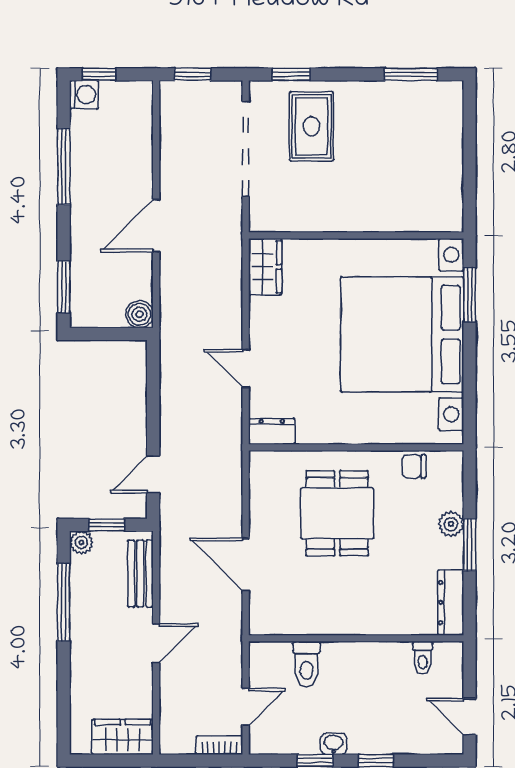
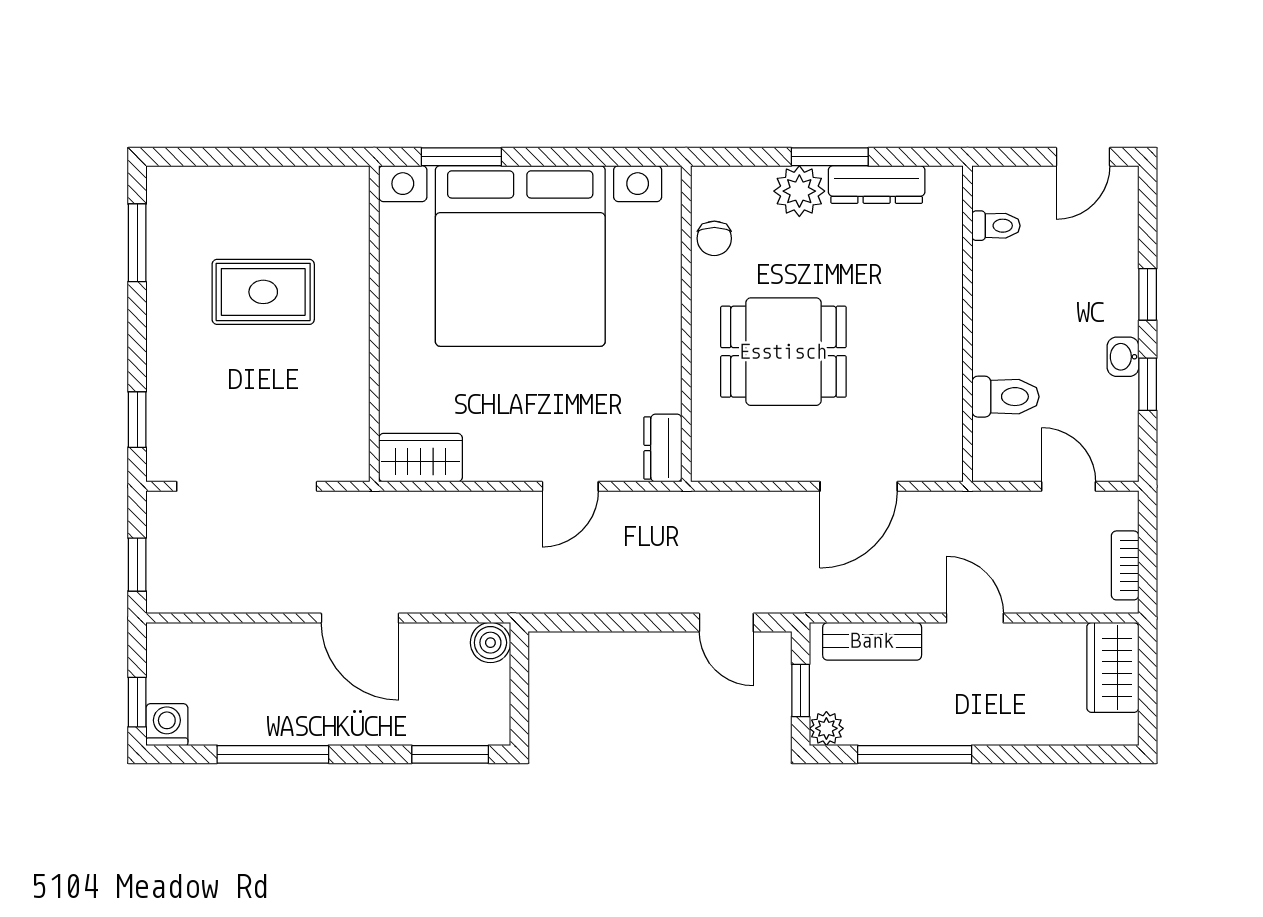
rug: (311, 126) -> (263, 292), moved
plant: (451, 524) -> (799, 191), width x1.38, depth x1.38
dresser: (451, 602) -> (877, 184), moved
bookcase: (219, 745) -> (1125, 565), moved

